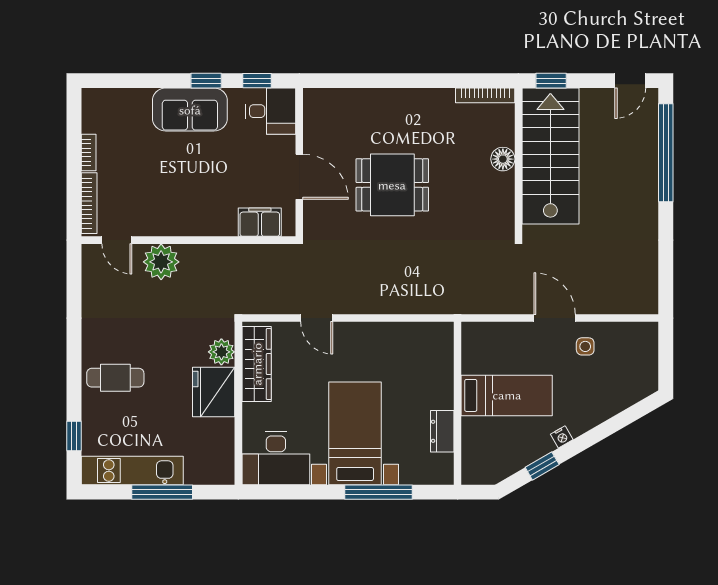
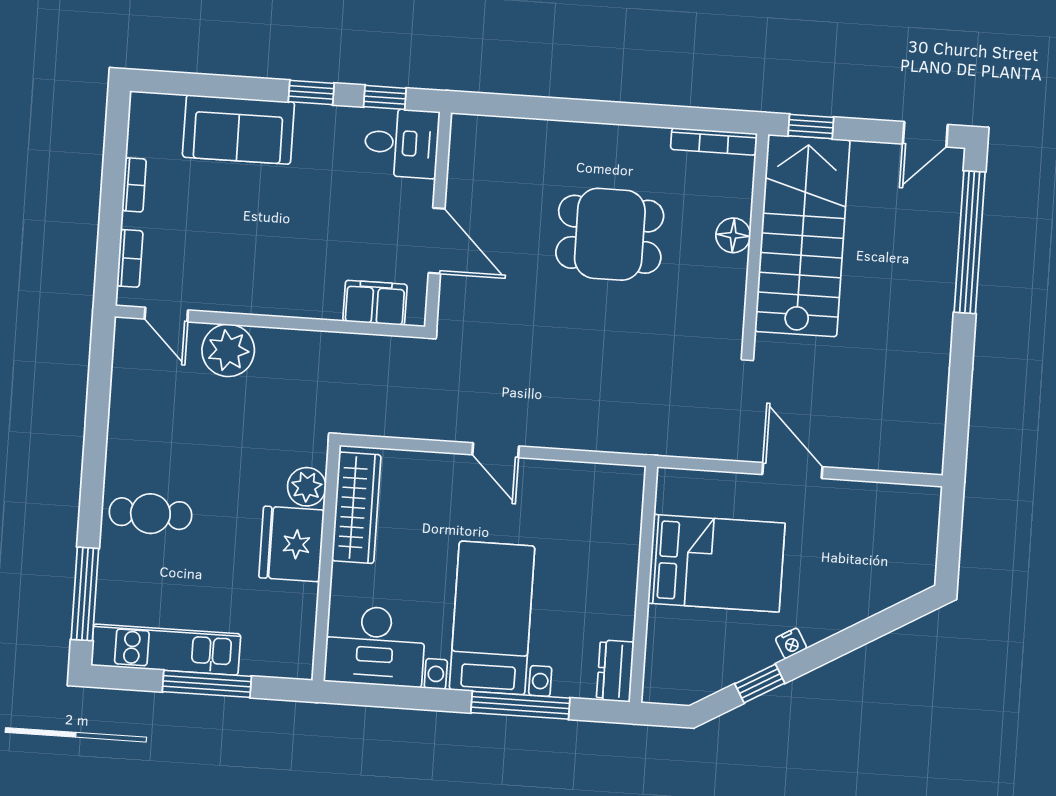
sofa: (190, 110) -> (238, 129), moved
dining table: (392, 185) -> (610, 234), moved
bookcase: (89, 203) -> (130, 258), width x0.64
door: (317, 318) -> (496, 450), moved
side table: (585, 346) -> (834, 515), removed
bed: (507, 395) -> (716, 563), width x1.50
dresser: (442, 431) -> (615, 671), moved
window: (74, 436) -> (85, 594), width x2.17

